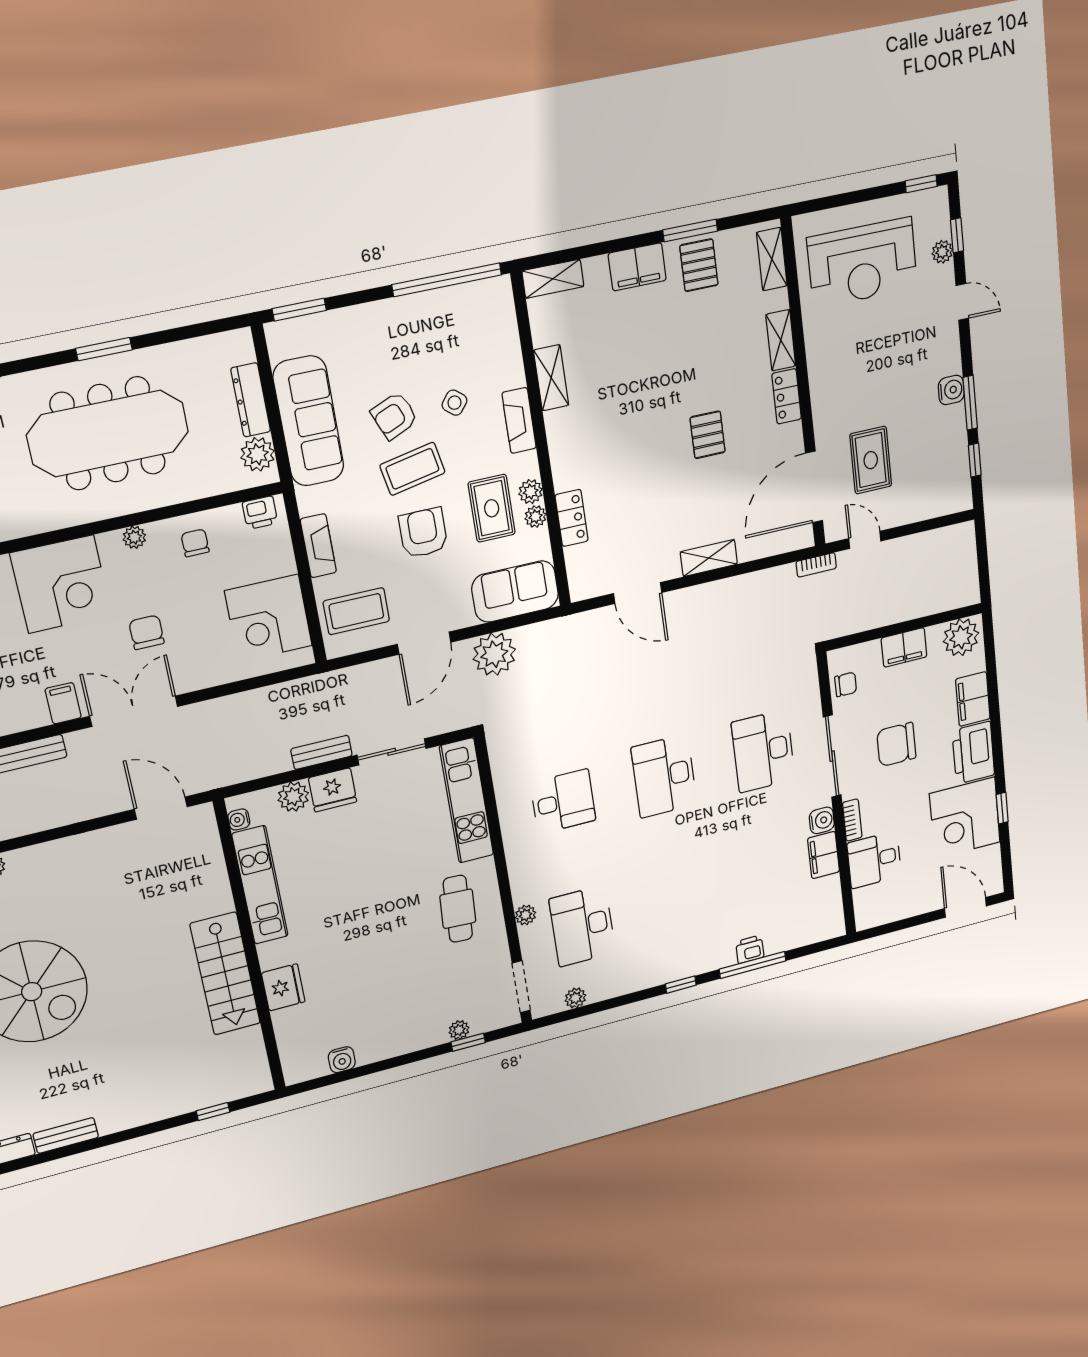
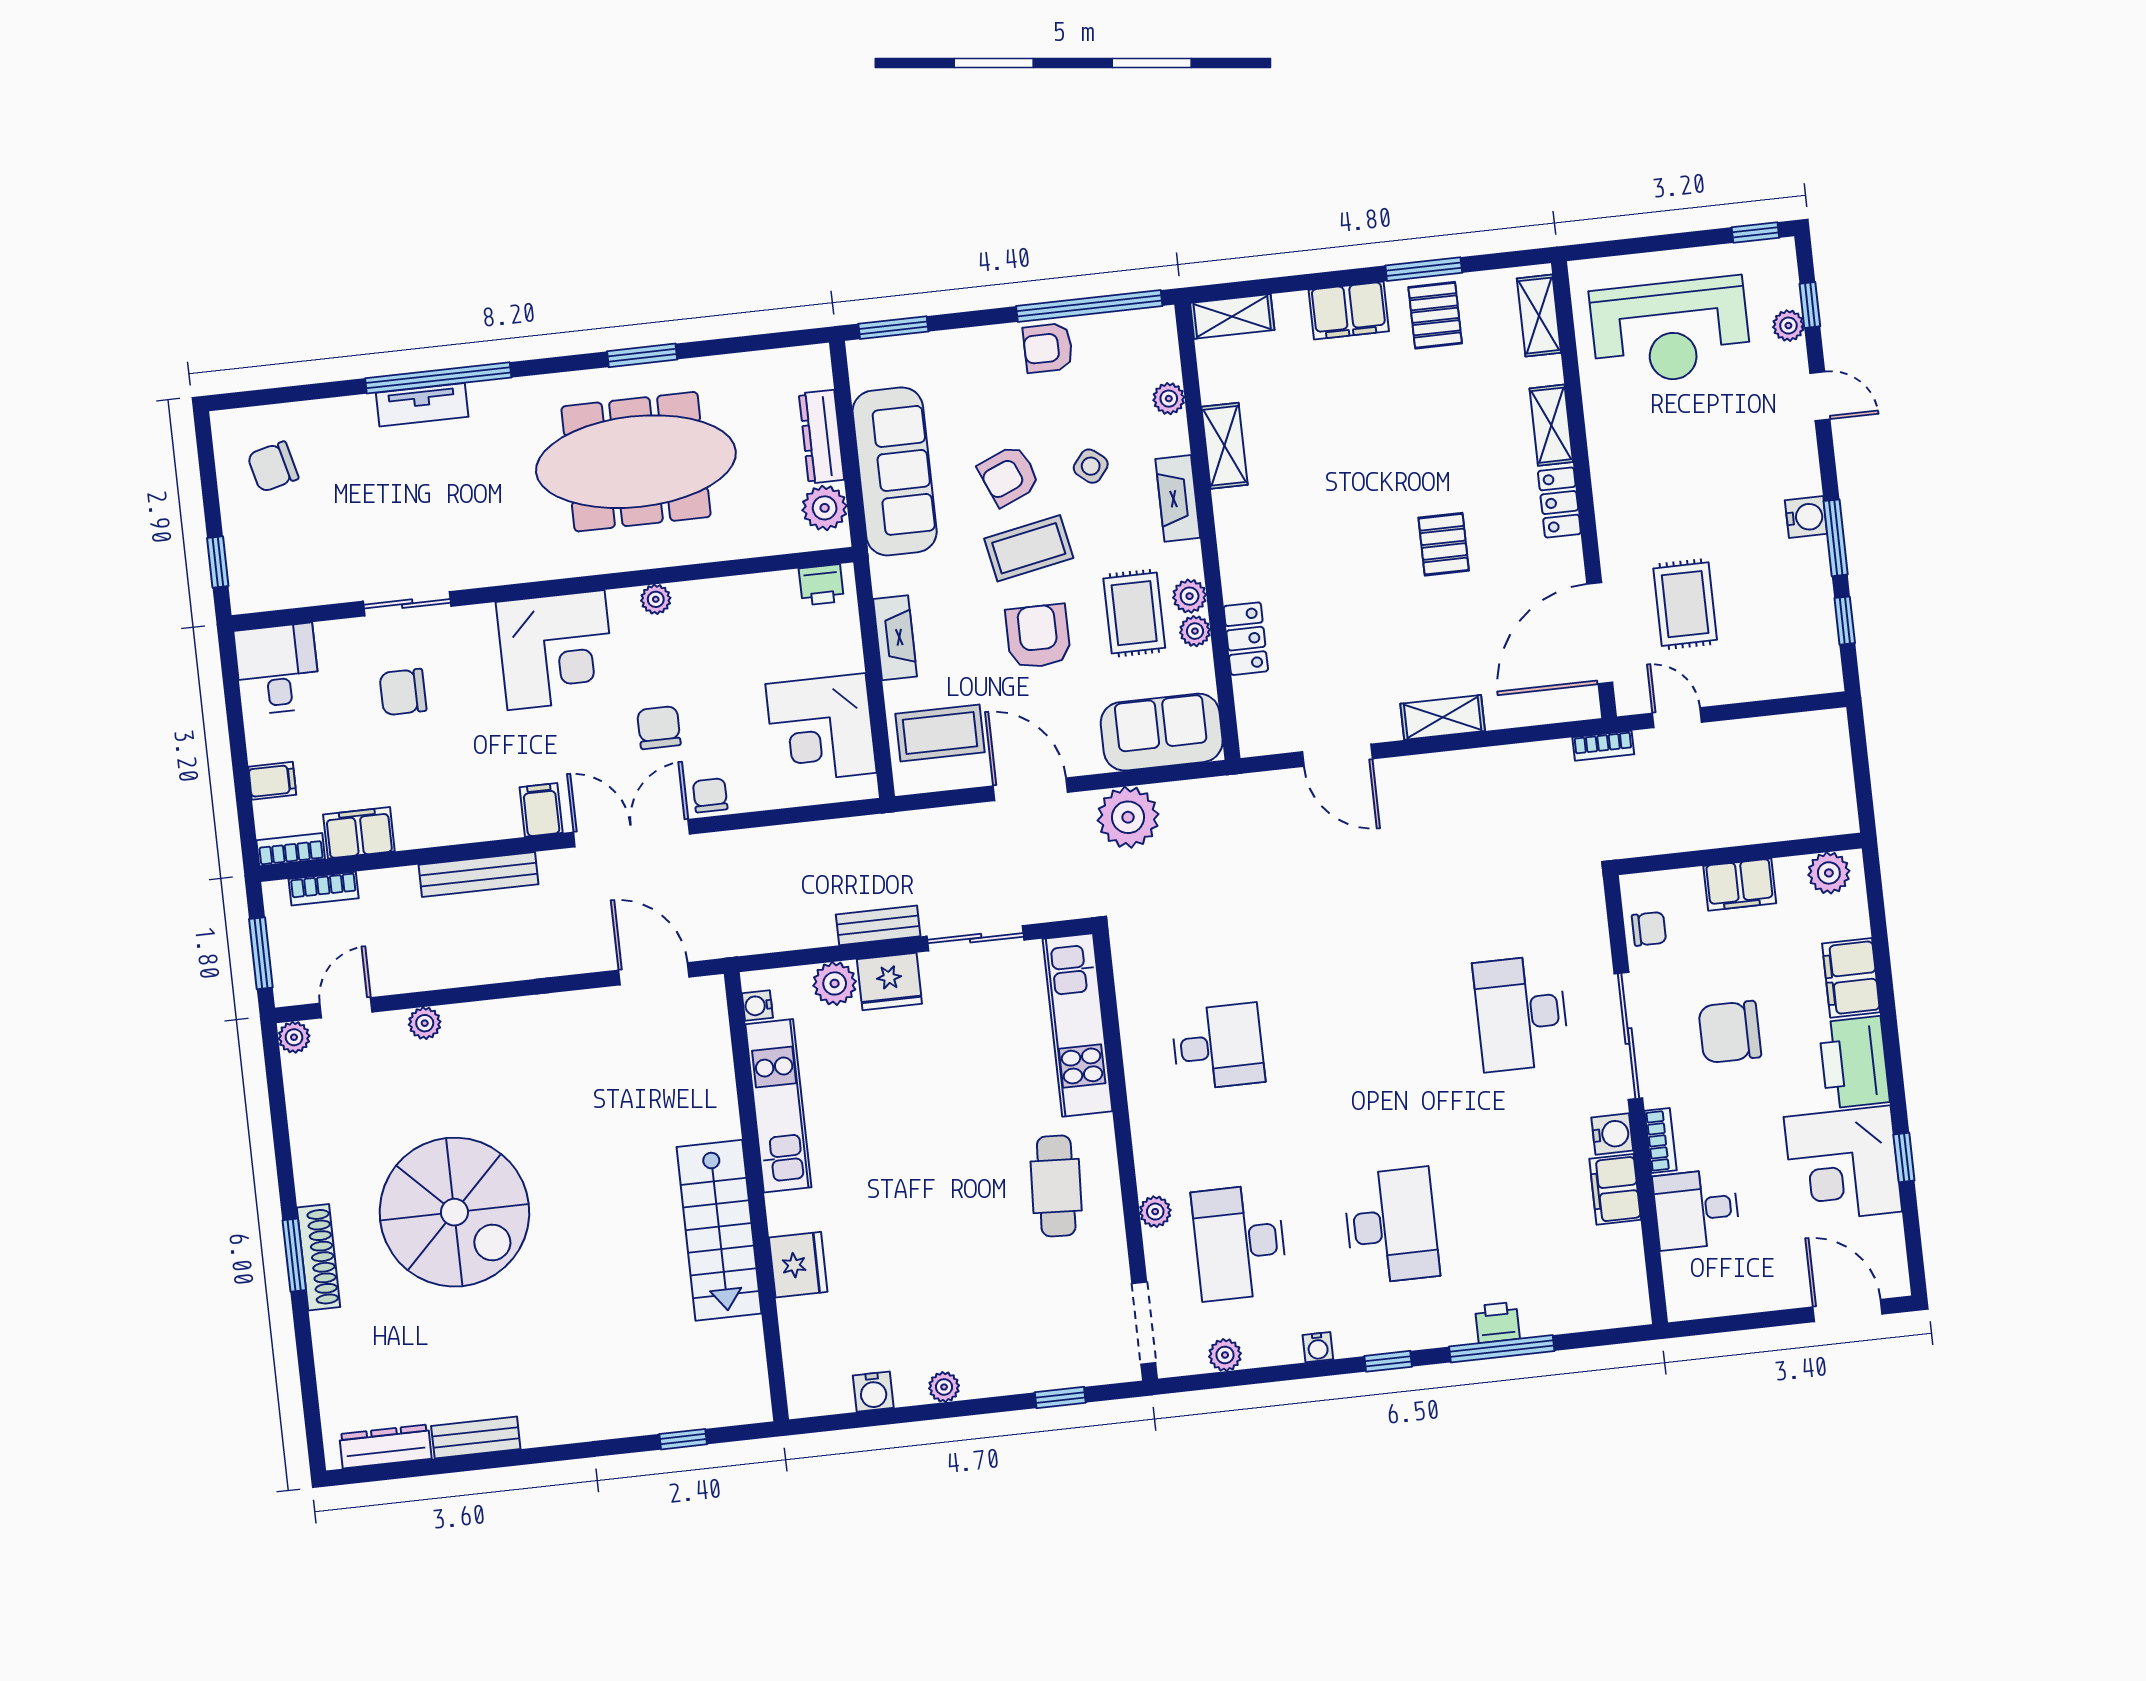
armchair: (418, 315) -> (1048, 348), added
plant: (509, 346) -> (1169, 399), added
chair: (195, 543) -> (710, 795), moved
plant: (961, 637) -> (1829, 873), width x0.73, depth x0.73
door: (424, 643) -> (1030, 789), swing flipped
desk: (664, 776) -> (1391, 1226), moved, turned 180
water cooler: (636, 983) -> (1318, 1347), added
plant: (459, 1030) -> (944, 1387), moved

